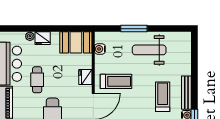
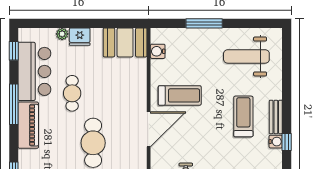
weight bench: (149, 50) -> (246, 56), moved
fridge: (85, 77) -> (138, 90), removed
bench: (186, 93) -> (276, 117), width x0.73

